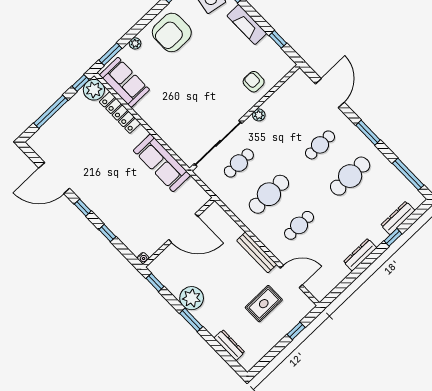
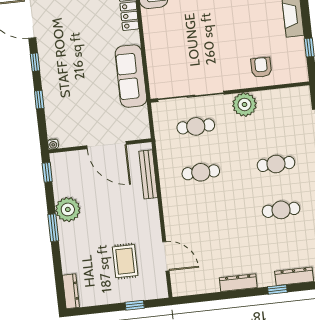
plant: (259, 115) -> (244, 104), width x1.88, depth x1.88
cafe table: (350, 176) -> (281, 210), width x0.73, depth x0.74
cafe table: (269, 194) -> (201, 172), width x0.73, depth x0.74
cafe table: (299, 225) -> (206, 218), removed
bench: (257, 252) -> (148, 174), moved
rug: (264, 304) -> (125, 261), turned 90
dresser: (229, 345) -> (71, 291), moved

